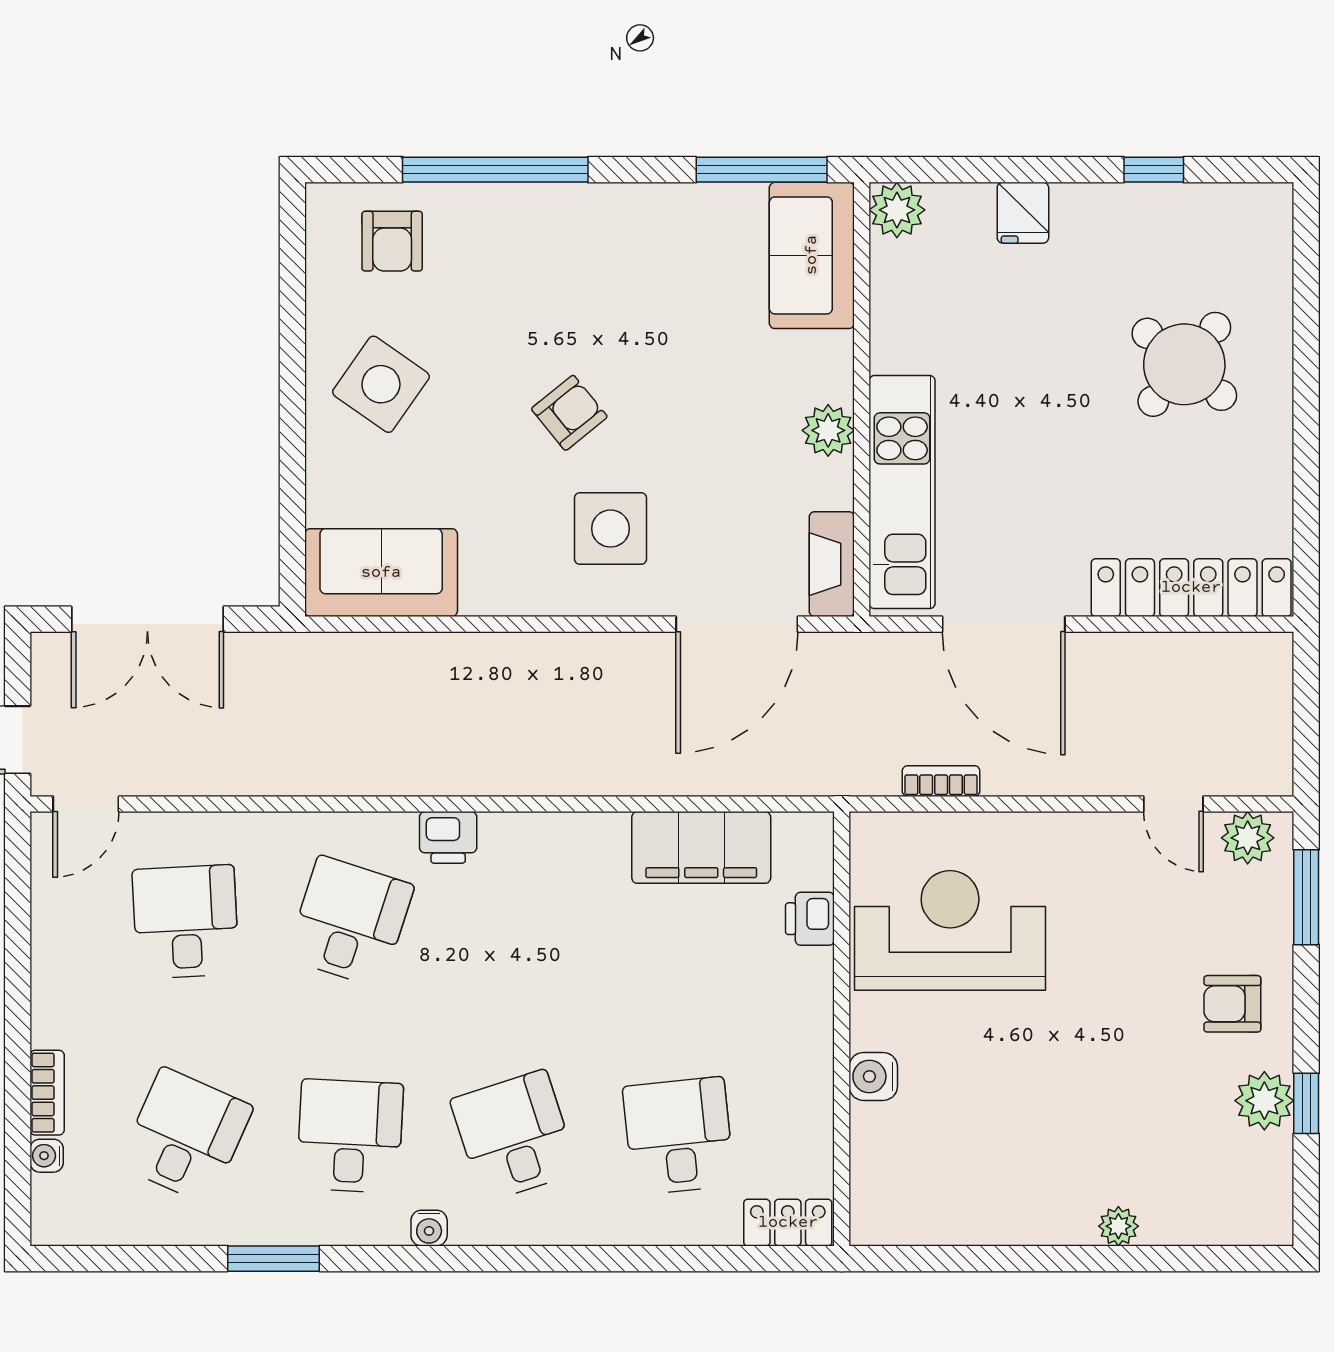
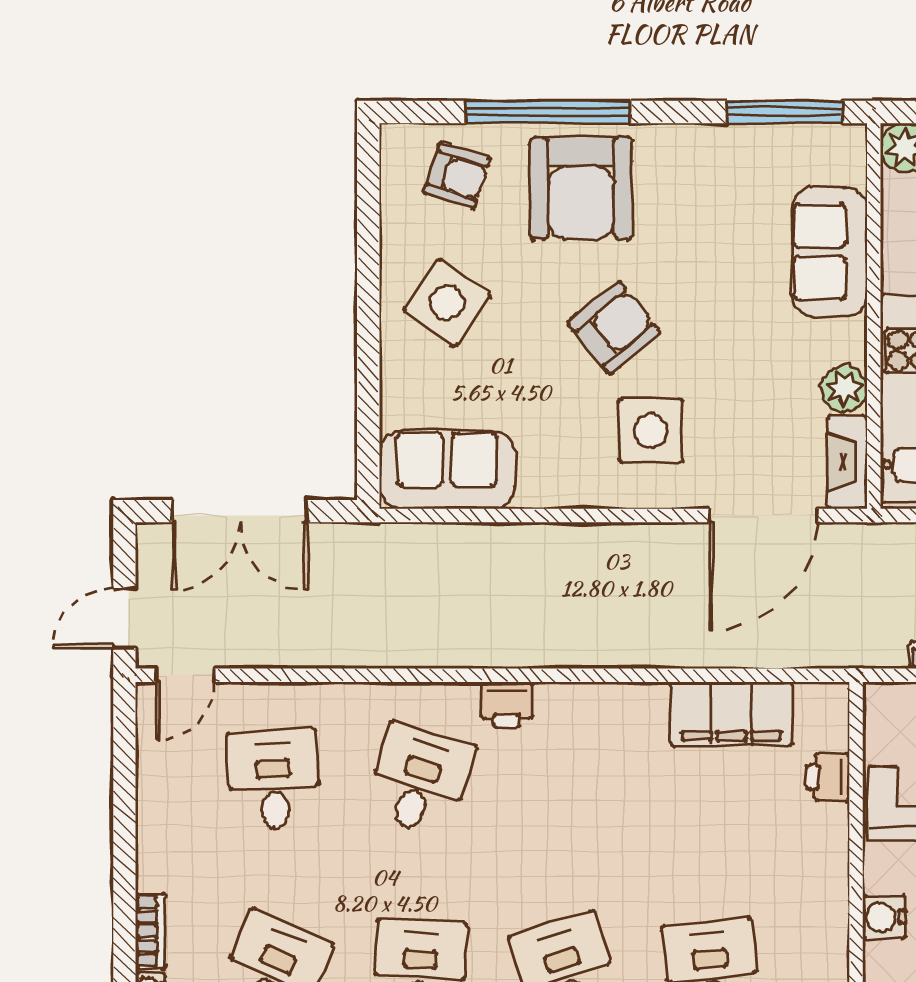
armchair: (392, 241) -> (457, 175), turned -72
sofa: (812, 255) -> (830, 252), moved
armchair: (532, 256) -> (581, 188), added
armchair: (569, 413) -> (614, 328), width x1.38, depth x1.38
plant: (828, 430) -> (844, 389), moved

